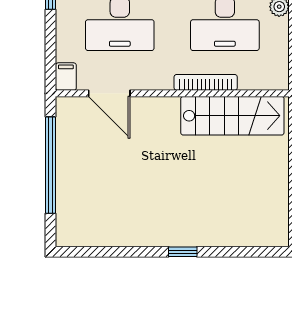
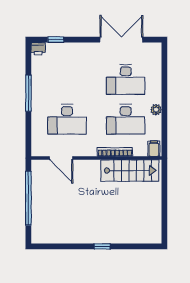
filing cabinet: (66, 77) -> (154, 149), moved

